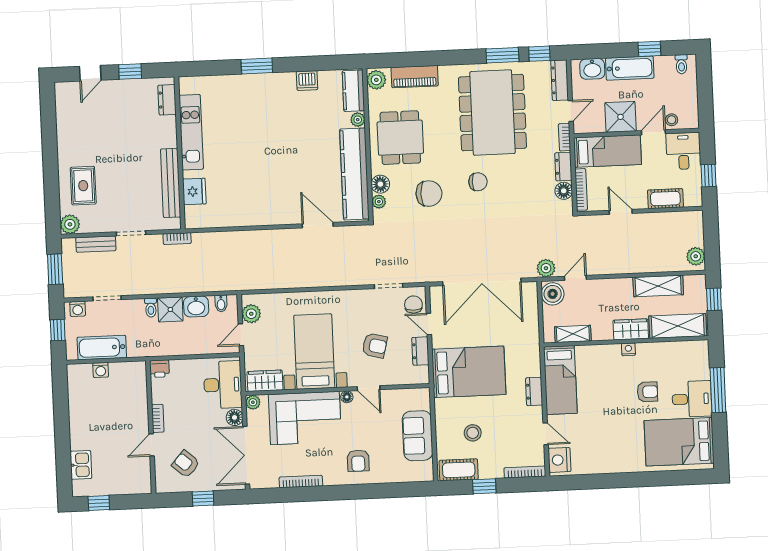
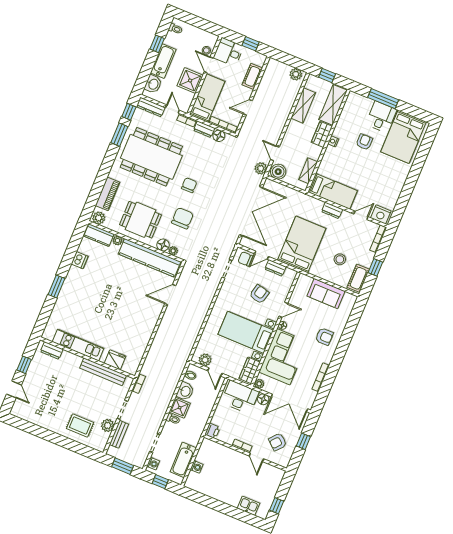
plant: (70, 224) -> (108, 425), moved

